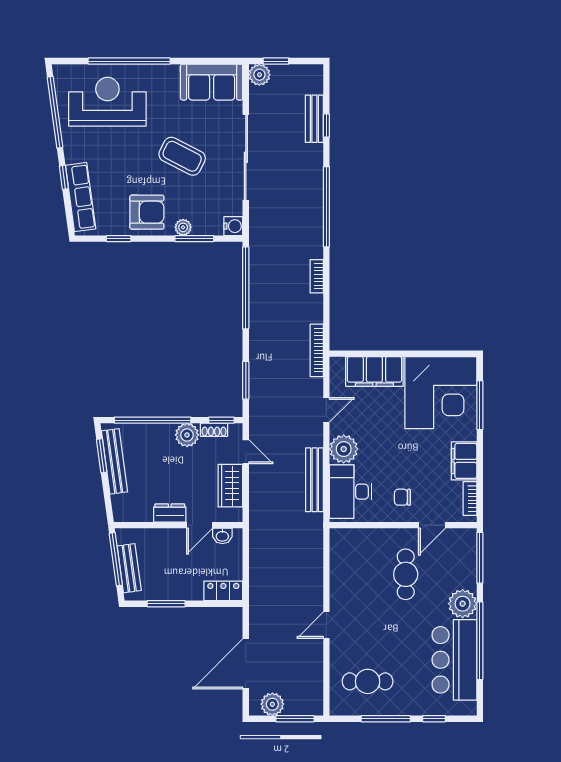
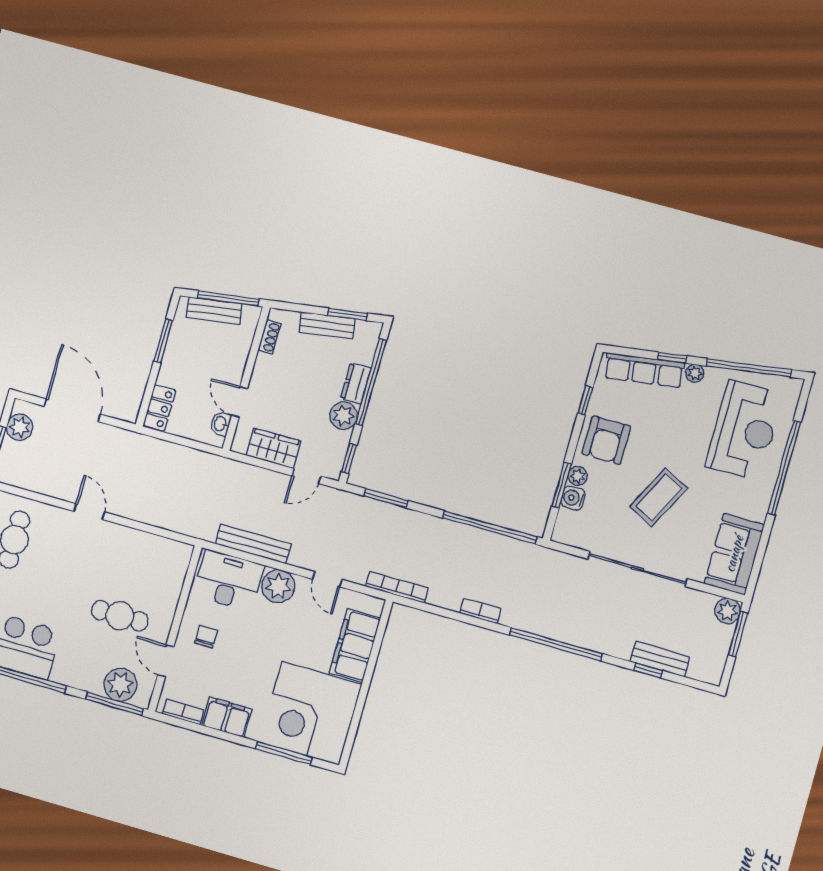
window: (276, 61) -> (738, 634), width x1.50
plant: (72, 155) -> (695, 373), added
water cooler: (233, 226) -> (573, 498), moved, turned 90
shoe rack: (214, 430) -> (269, 337), moved, turned 180
bench: (115, 461) -> (327, 326), width x0.73
dresser: (170, 513) -> (356, 383), moved, turned 180
plant: (463, 604) -> (120, 685), moved

